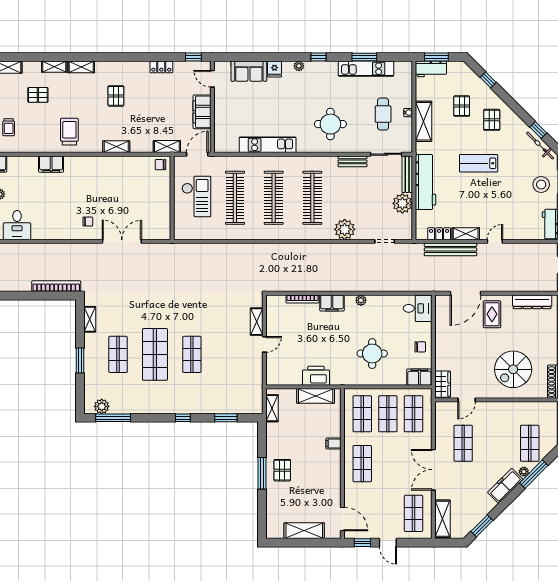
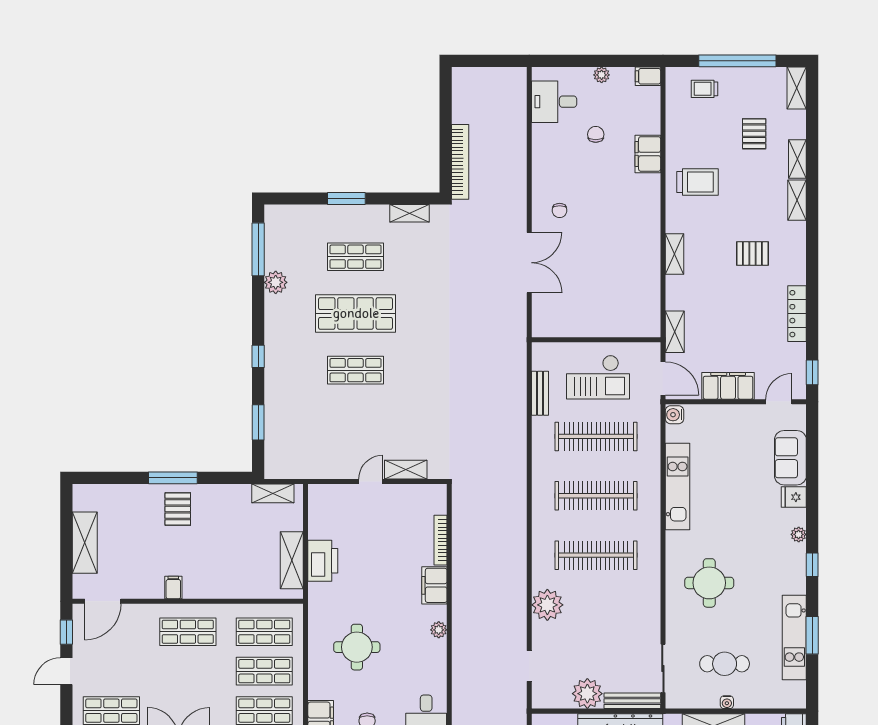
locker: (161, 67) -> (797, 314), width x1.53
water cooler: (221, 147) -> (674, 415), added
bench: (352, 161) -> (540, 393), moved
chair: (160, 165) -> (596, 134), moved
door: (264, 344) -> (371, 482), swing flipped
plant: (102, 406) -> (276, 282), moved
filing cabinet: (333, 444) -> (173, 588), moved
pallet: (282, 470) -> (178, 509), turned 90

